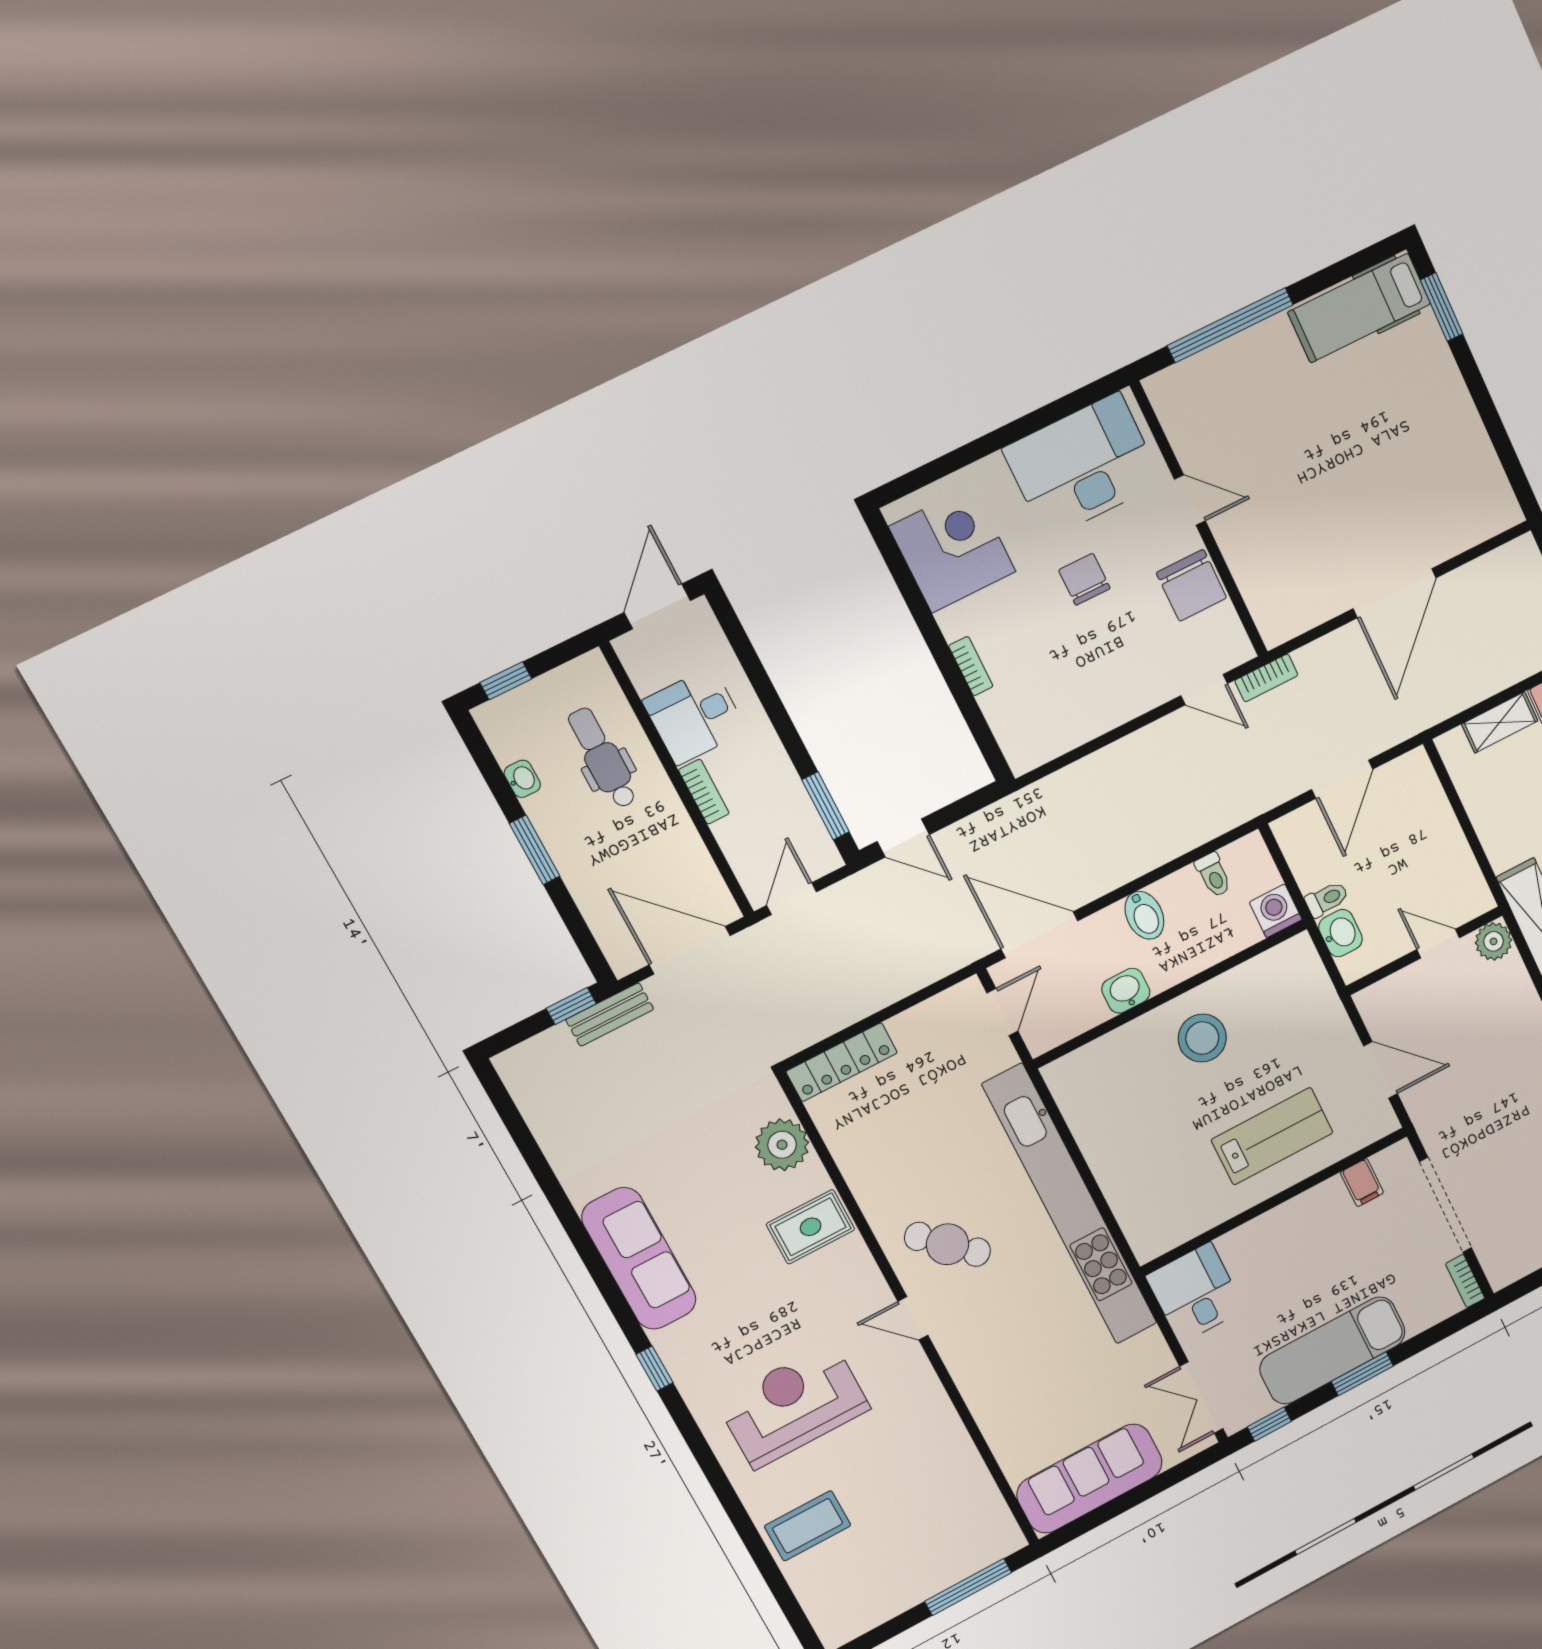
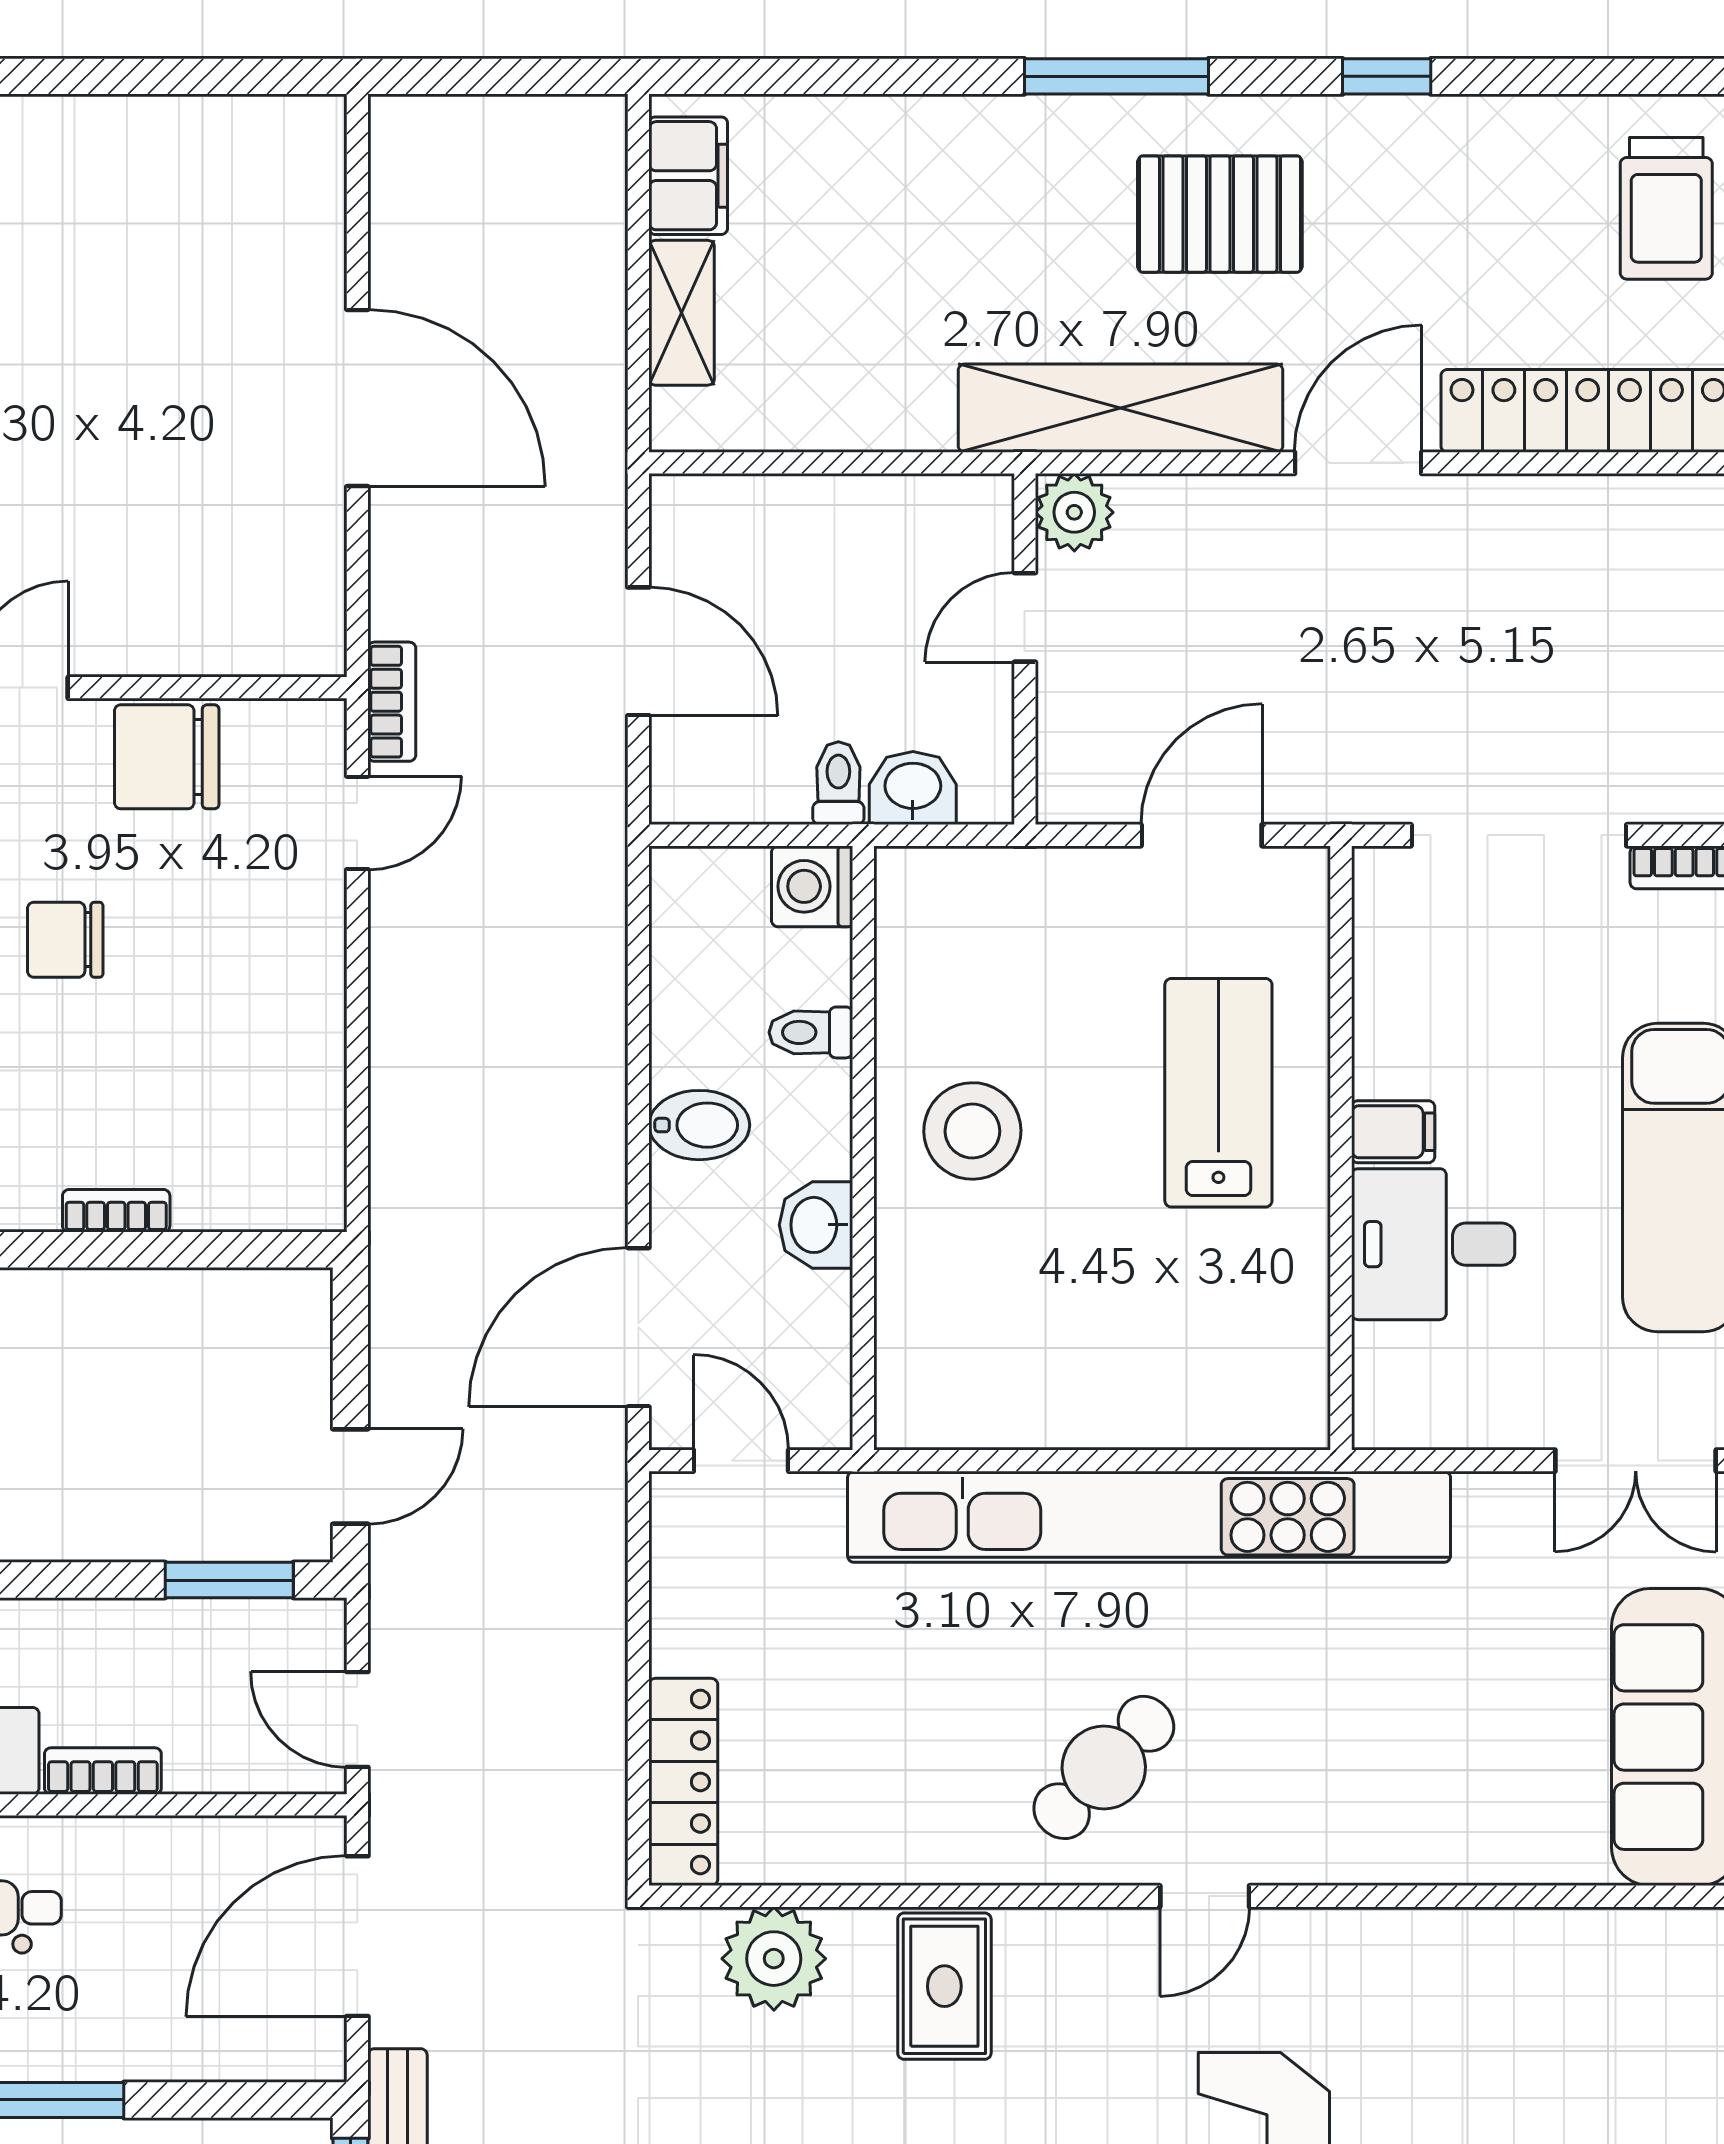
chair: (1191, 585) -> (167, 757), turned 180
toilet: (1213, 875) -> (811, 1032), moved, turned 180
filing cabinet: (1362, 1183) -> (1393, 1132), moved
desk: (1195, 1293) -> (1433, 1244), moved

